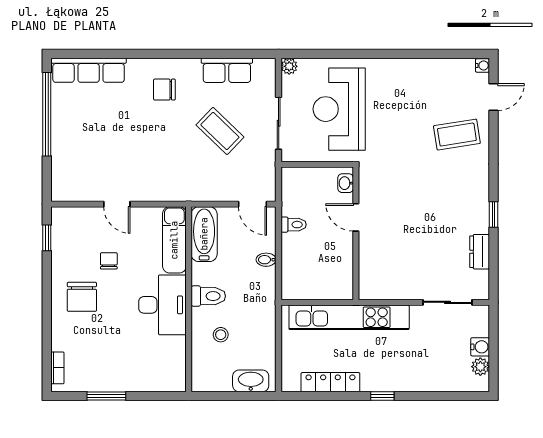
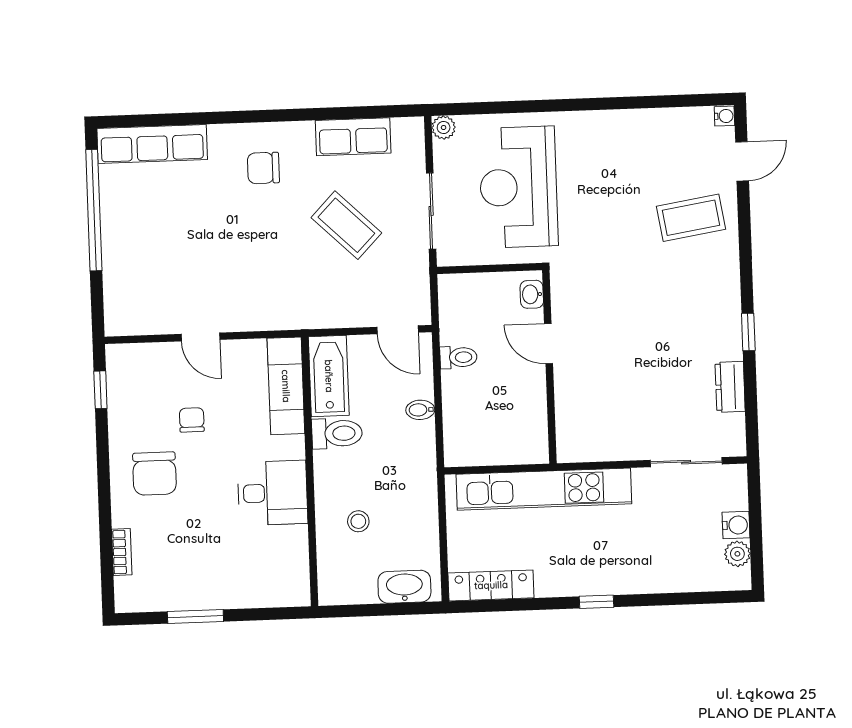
toilet: (208, 296) -> (337, 433), moved
desk: (162, 305) -> (273, 493), width x0.73
bookcase: (57, 368) -> (122, 552), moved
locker: (330, 382) -> (491, 585), moved

